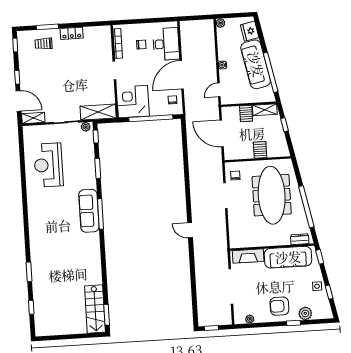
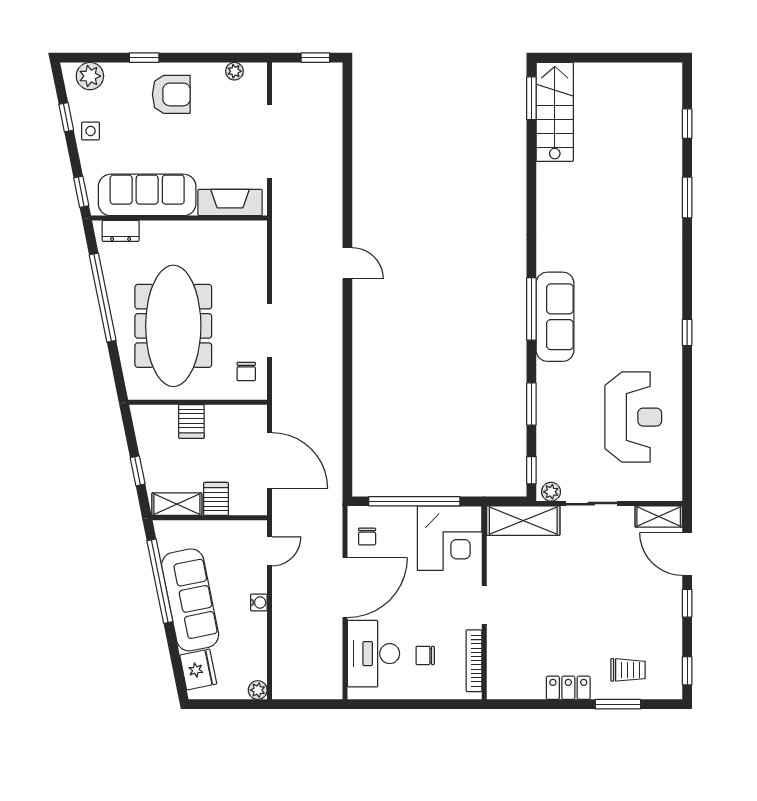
window: (25, 207) -> (687, 333), added
plant: (305, 313) -> (90, 76), moved

